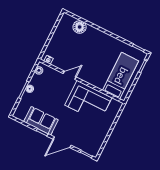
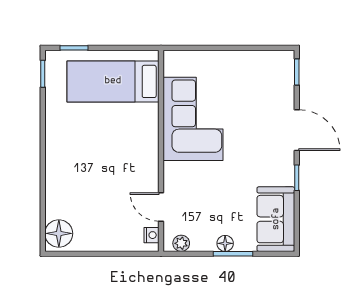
floor lamp: (80, 27) -> (59, 233), moved
door: (70, 75) -> (161, 207), moved
sofa: (41, 121) -> (276, 219), moved

